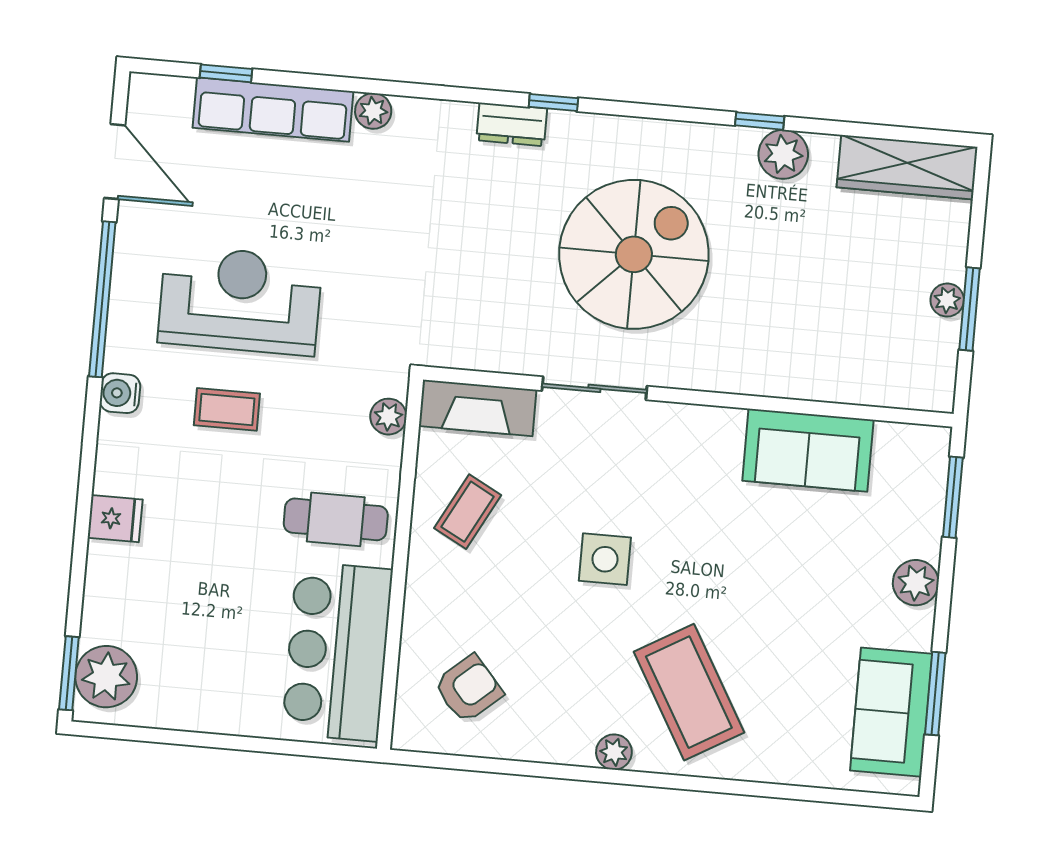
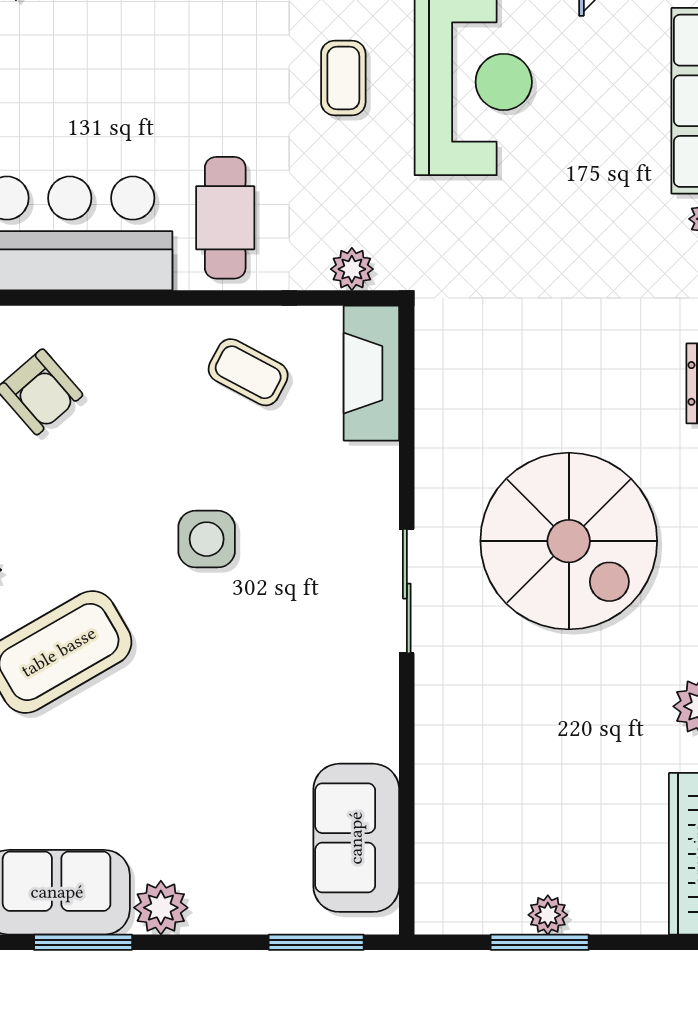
sliding door: (594, 388) -> (407, 591), moved
sofa: (808, 450) -> (356, 838), moved
plant: (916, 583) -> (161, 908), moved

